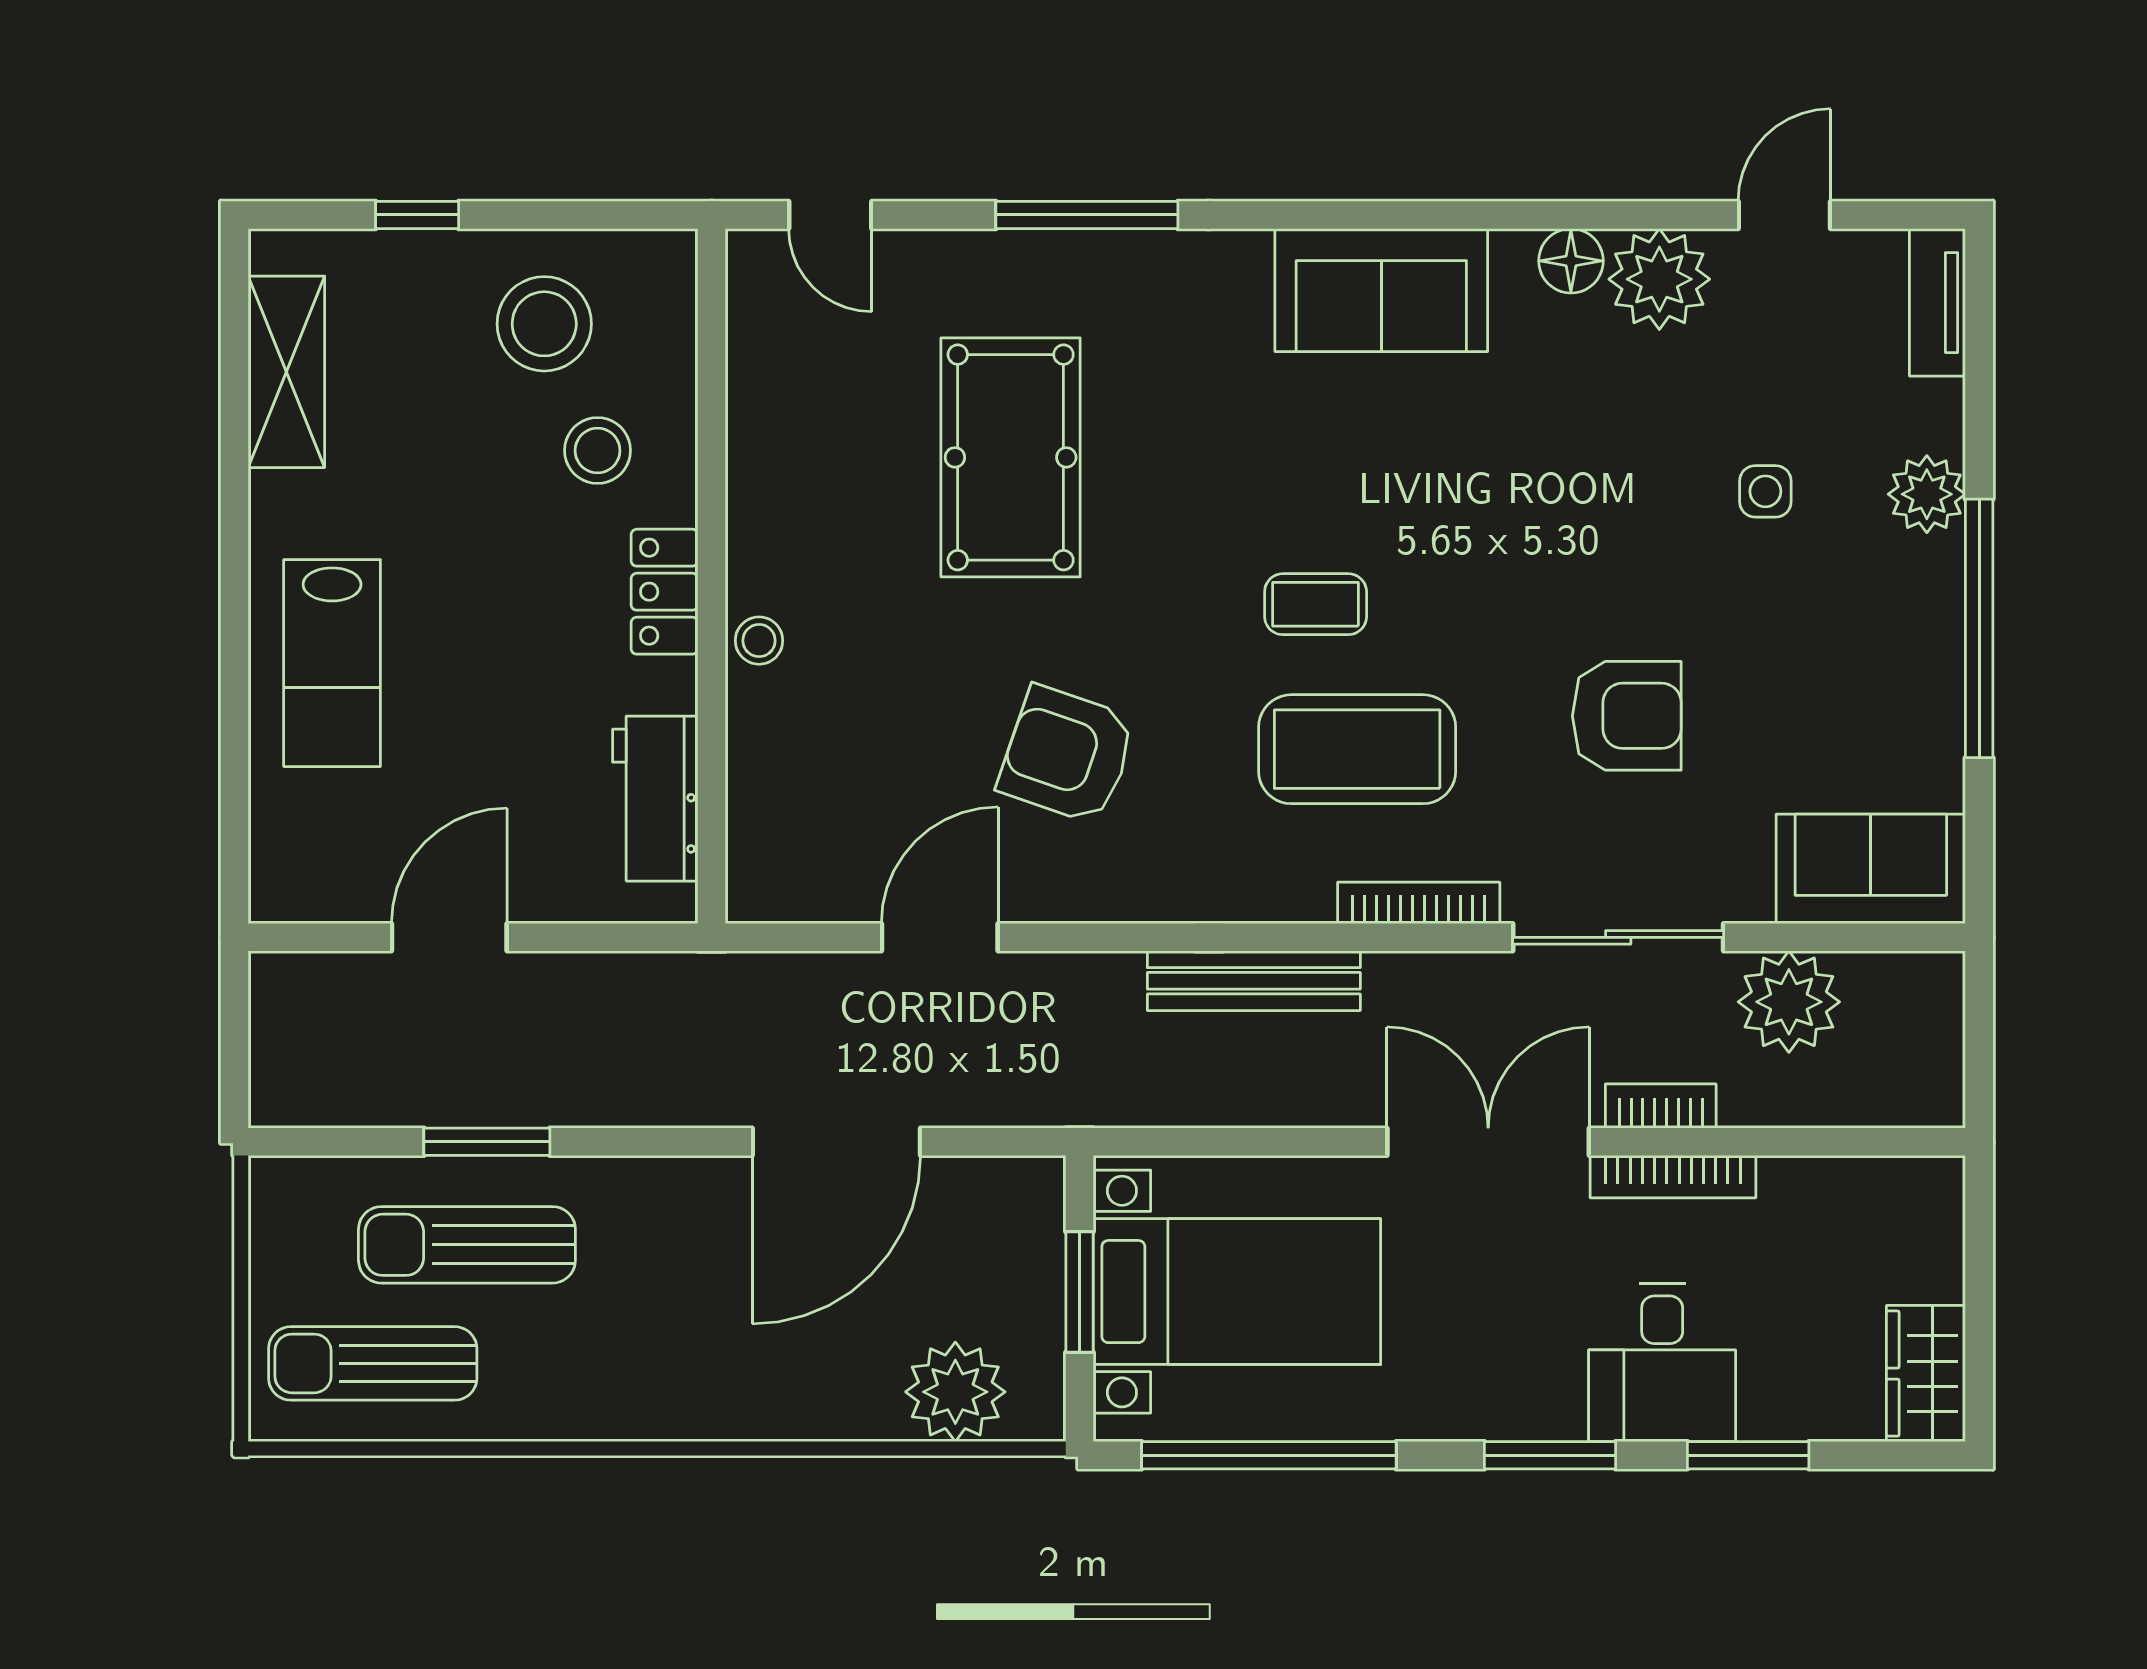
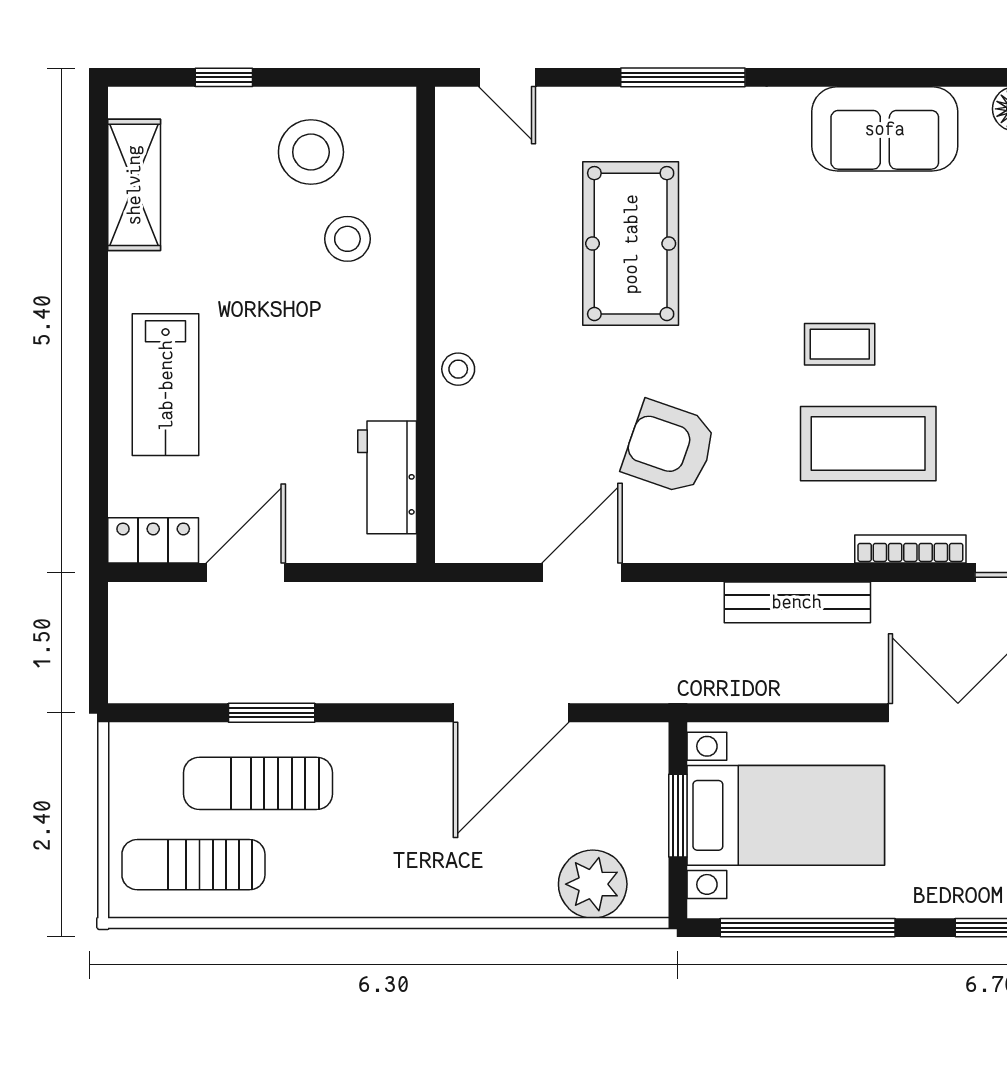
locker: (665, 592) -> (153, 540), moved, turned 90

